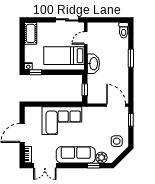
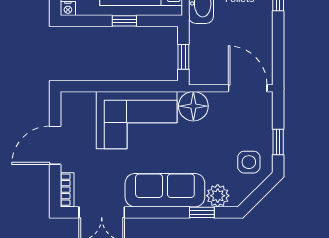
window: (36, 72) -> (124, 21), moved
floor lamp: (90, 114) -> (193, 106), added
window: (131, 120) -> (278, 142), moved

